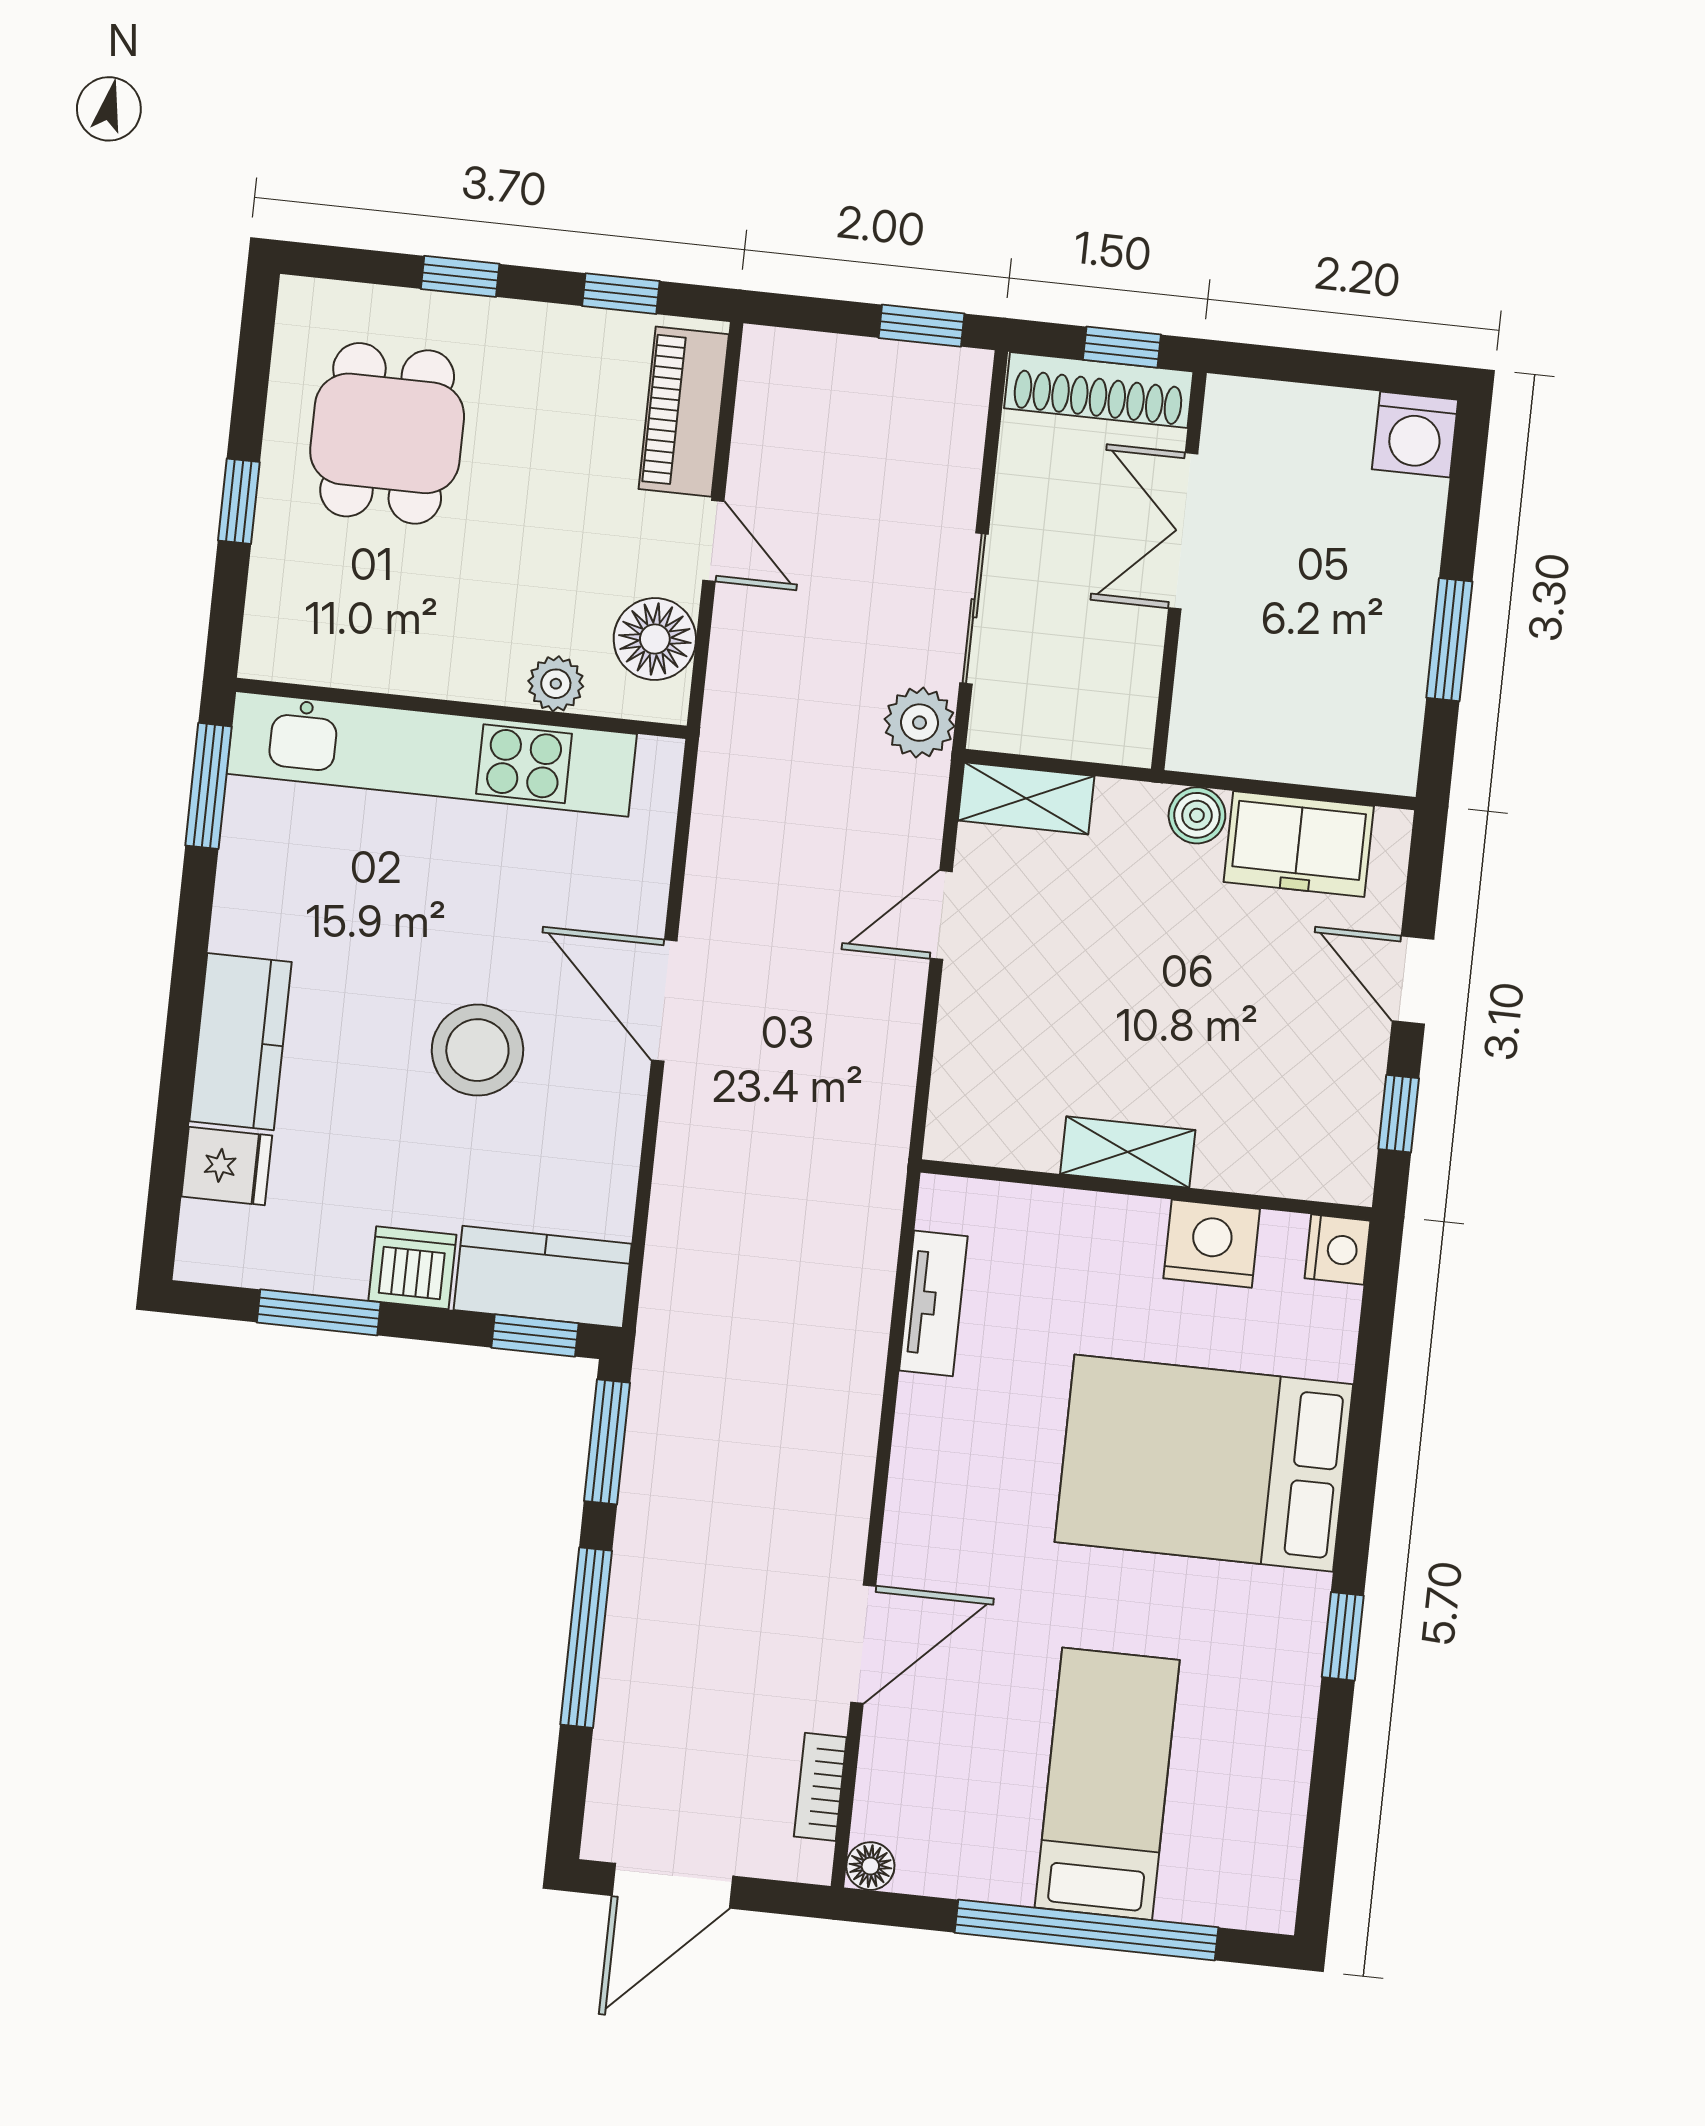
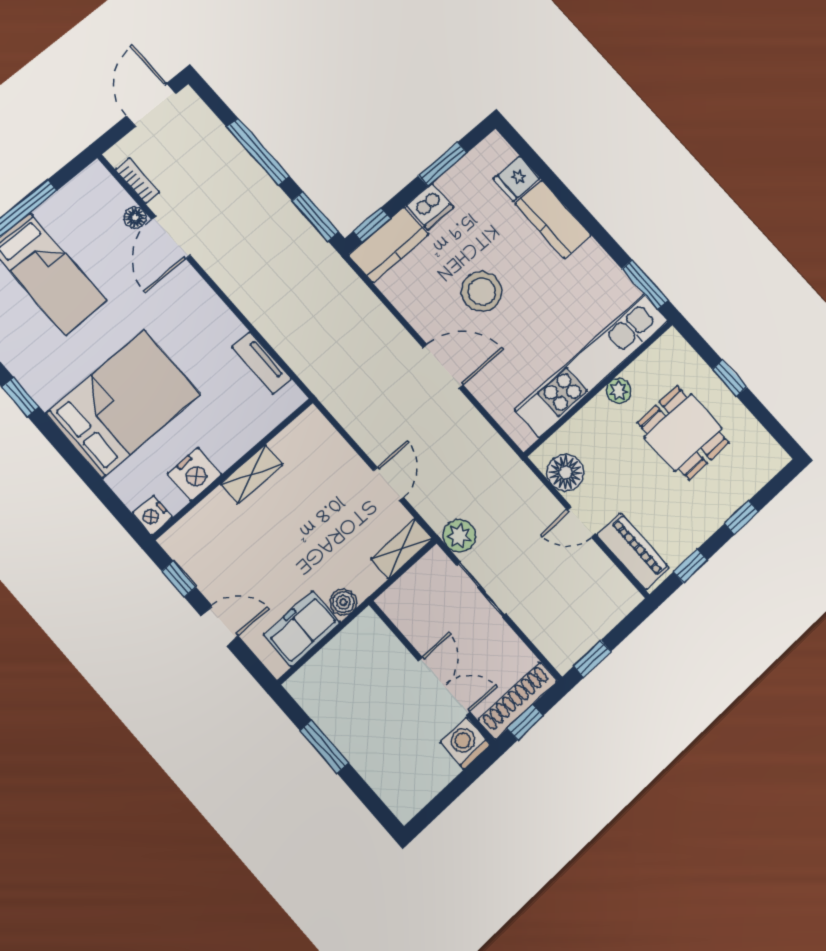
dining table: (387, 433) -> (683, 433), moved
washing machine: (1415, 435) -> (465, 743), moved
plant: (556, 684) -> (619, 391), moved
floor lamp: (870, 1866) -> (135, 217), moved

